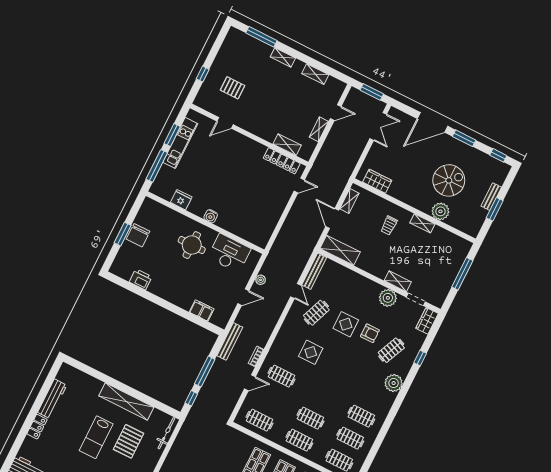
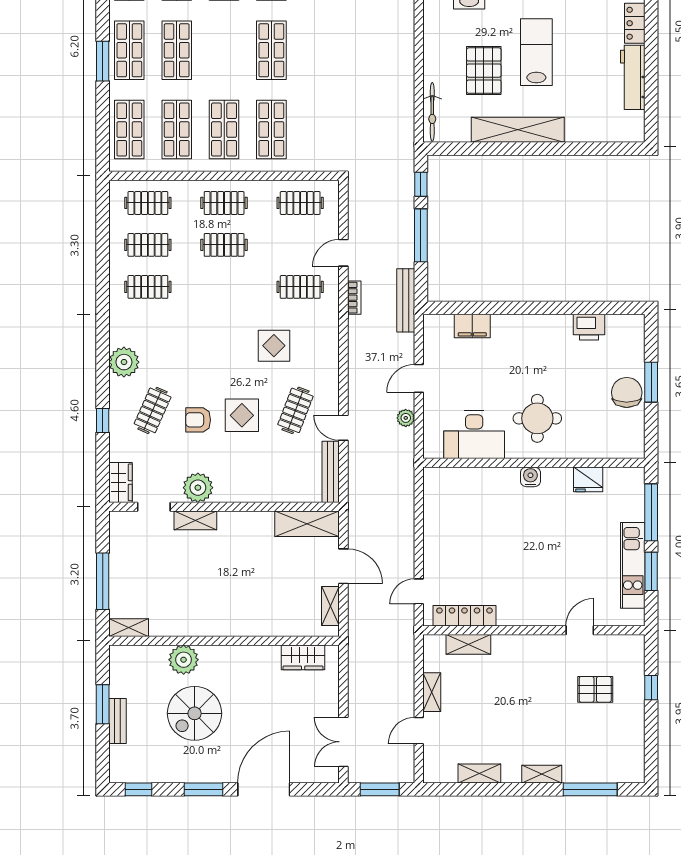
shelving: (422, 223) -> (129, 628), moved
trolley: (389, 225) -> (252, 599), removed

